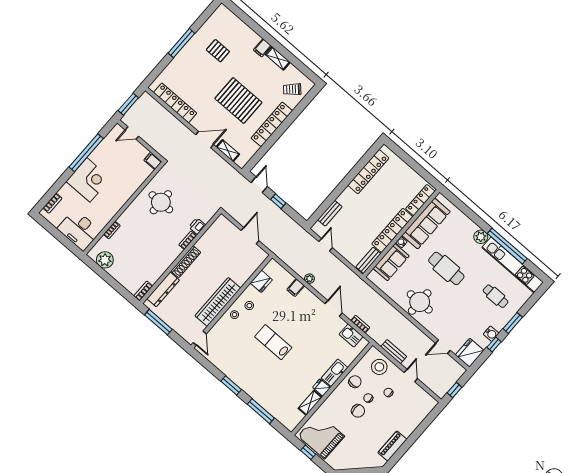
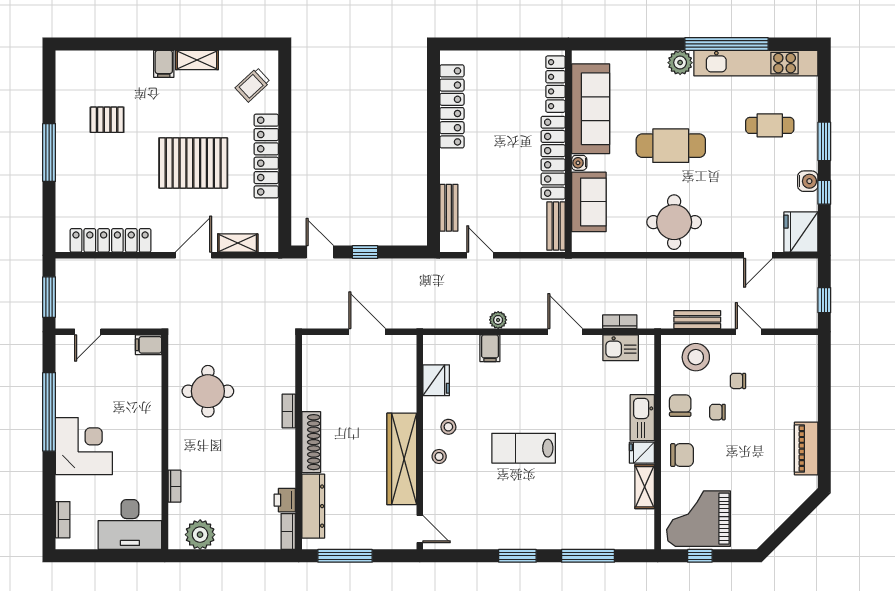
printer: (197, 226) -> (285, 500), moved
chair: (358, 411) -> (682, 455), moved

